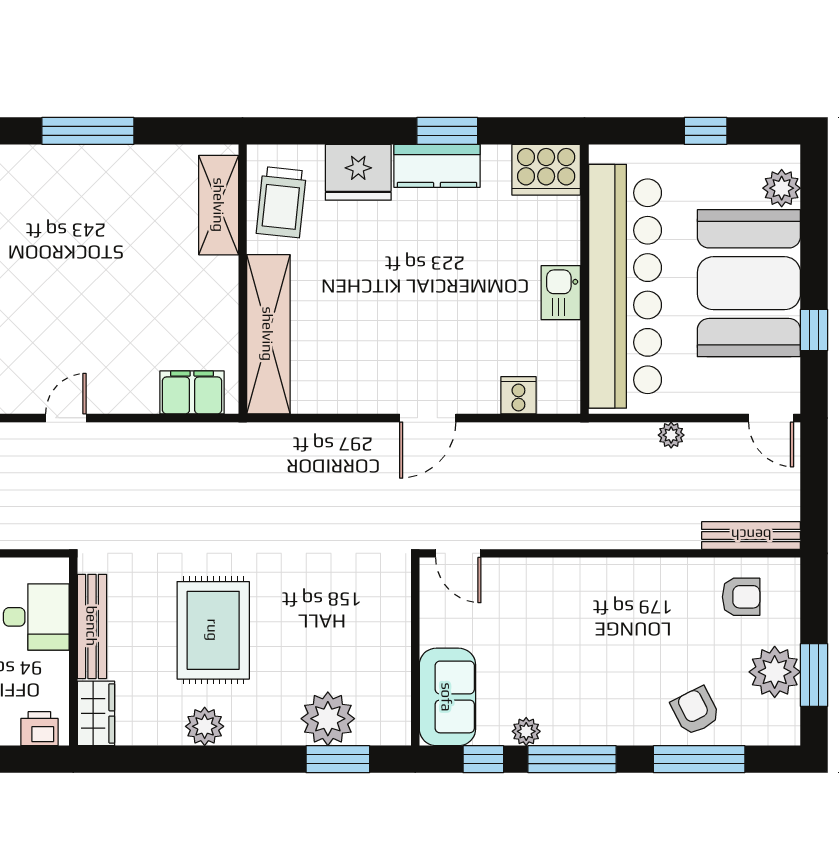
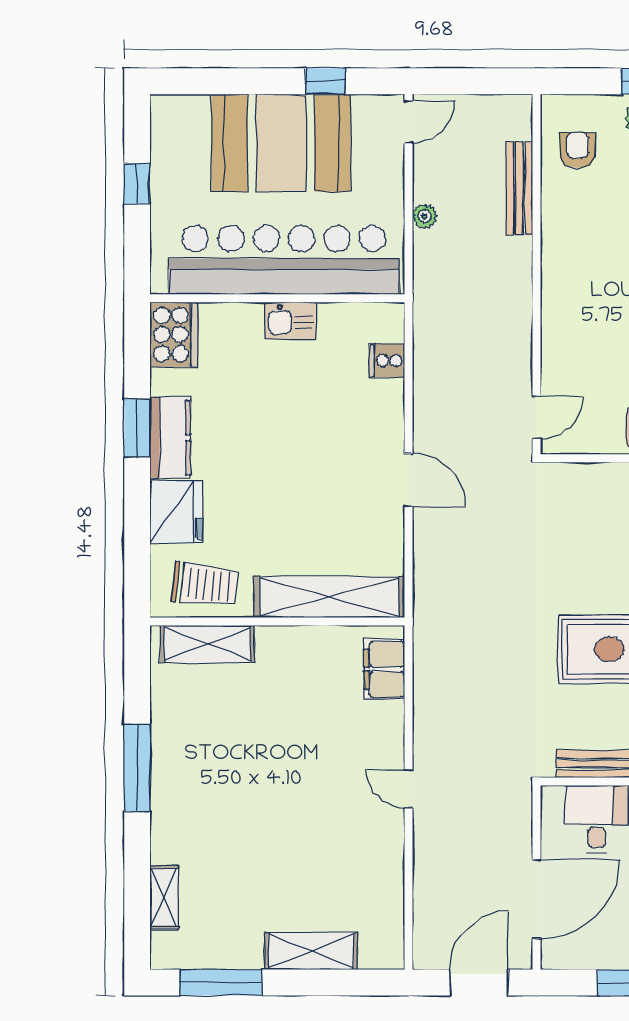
plant: (782, 188) -> (191, 112), removed
door: (428, 418) -> (408, 480), moved
bench: (751, 535) -> (520, 188), moved

